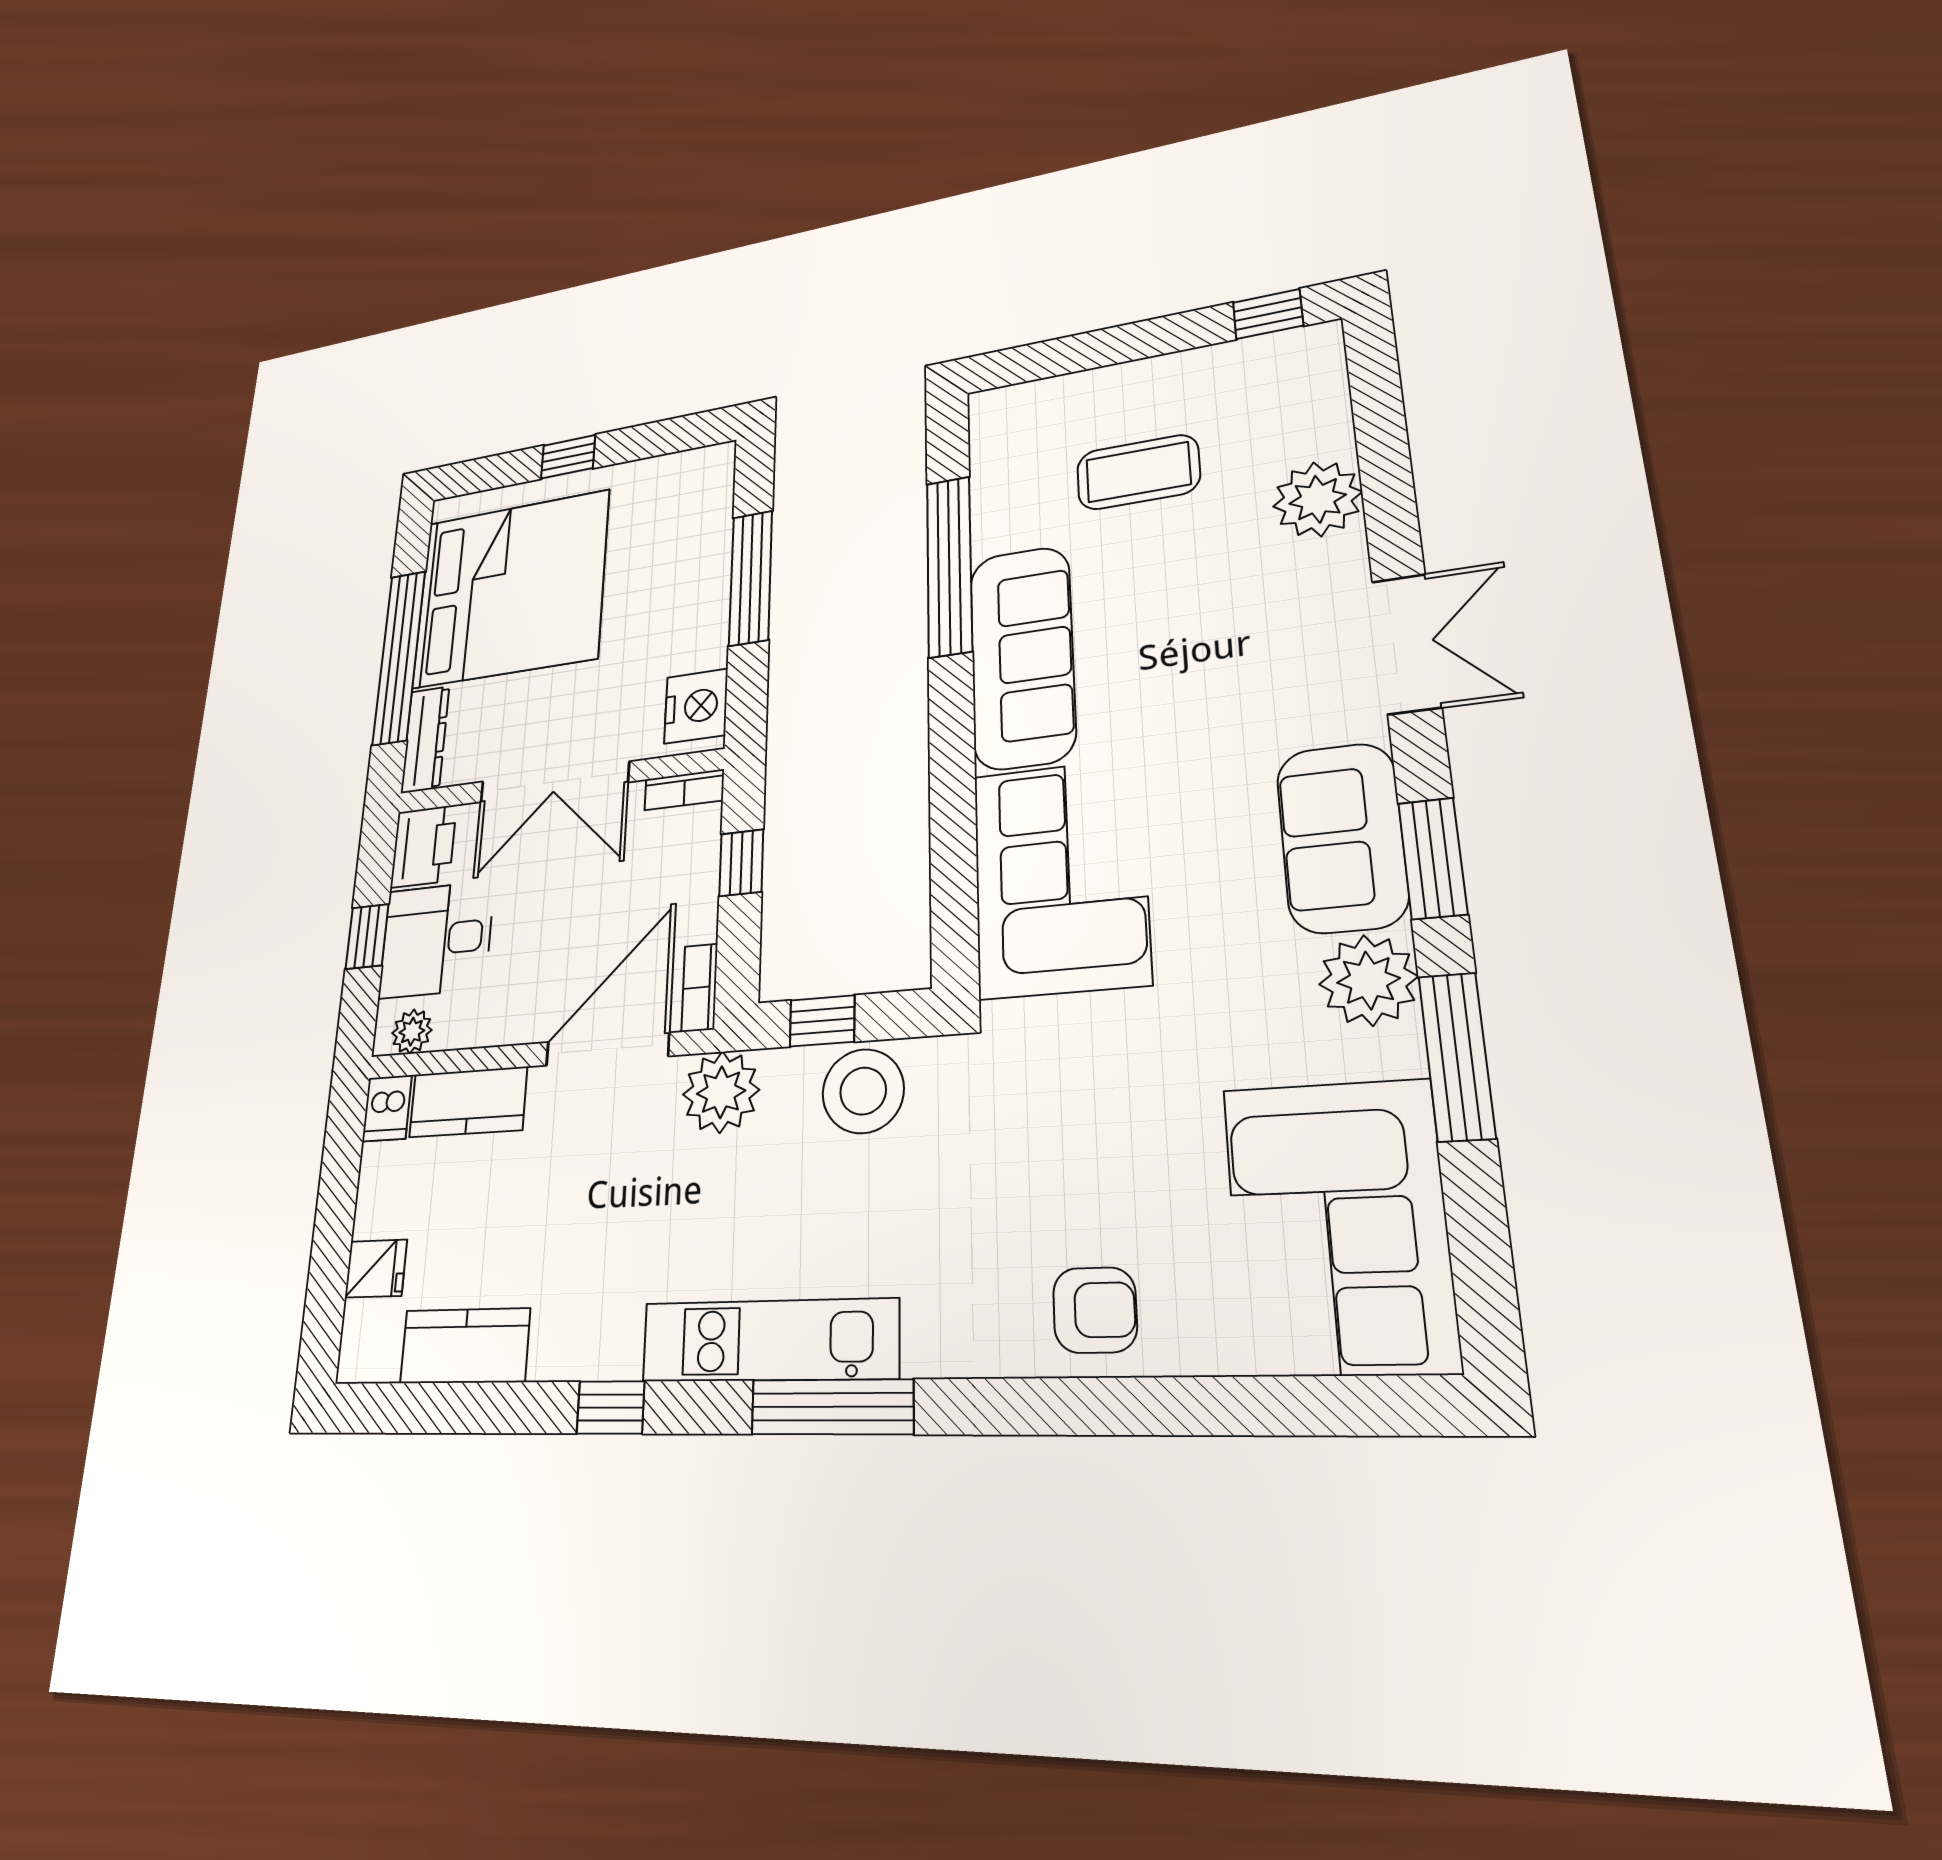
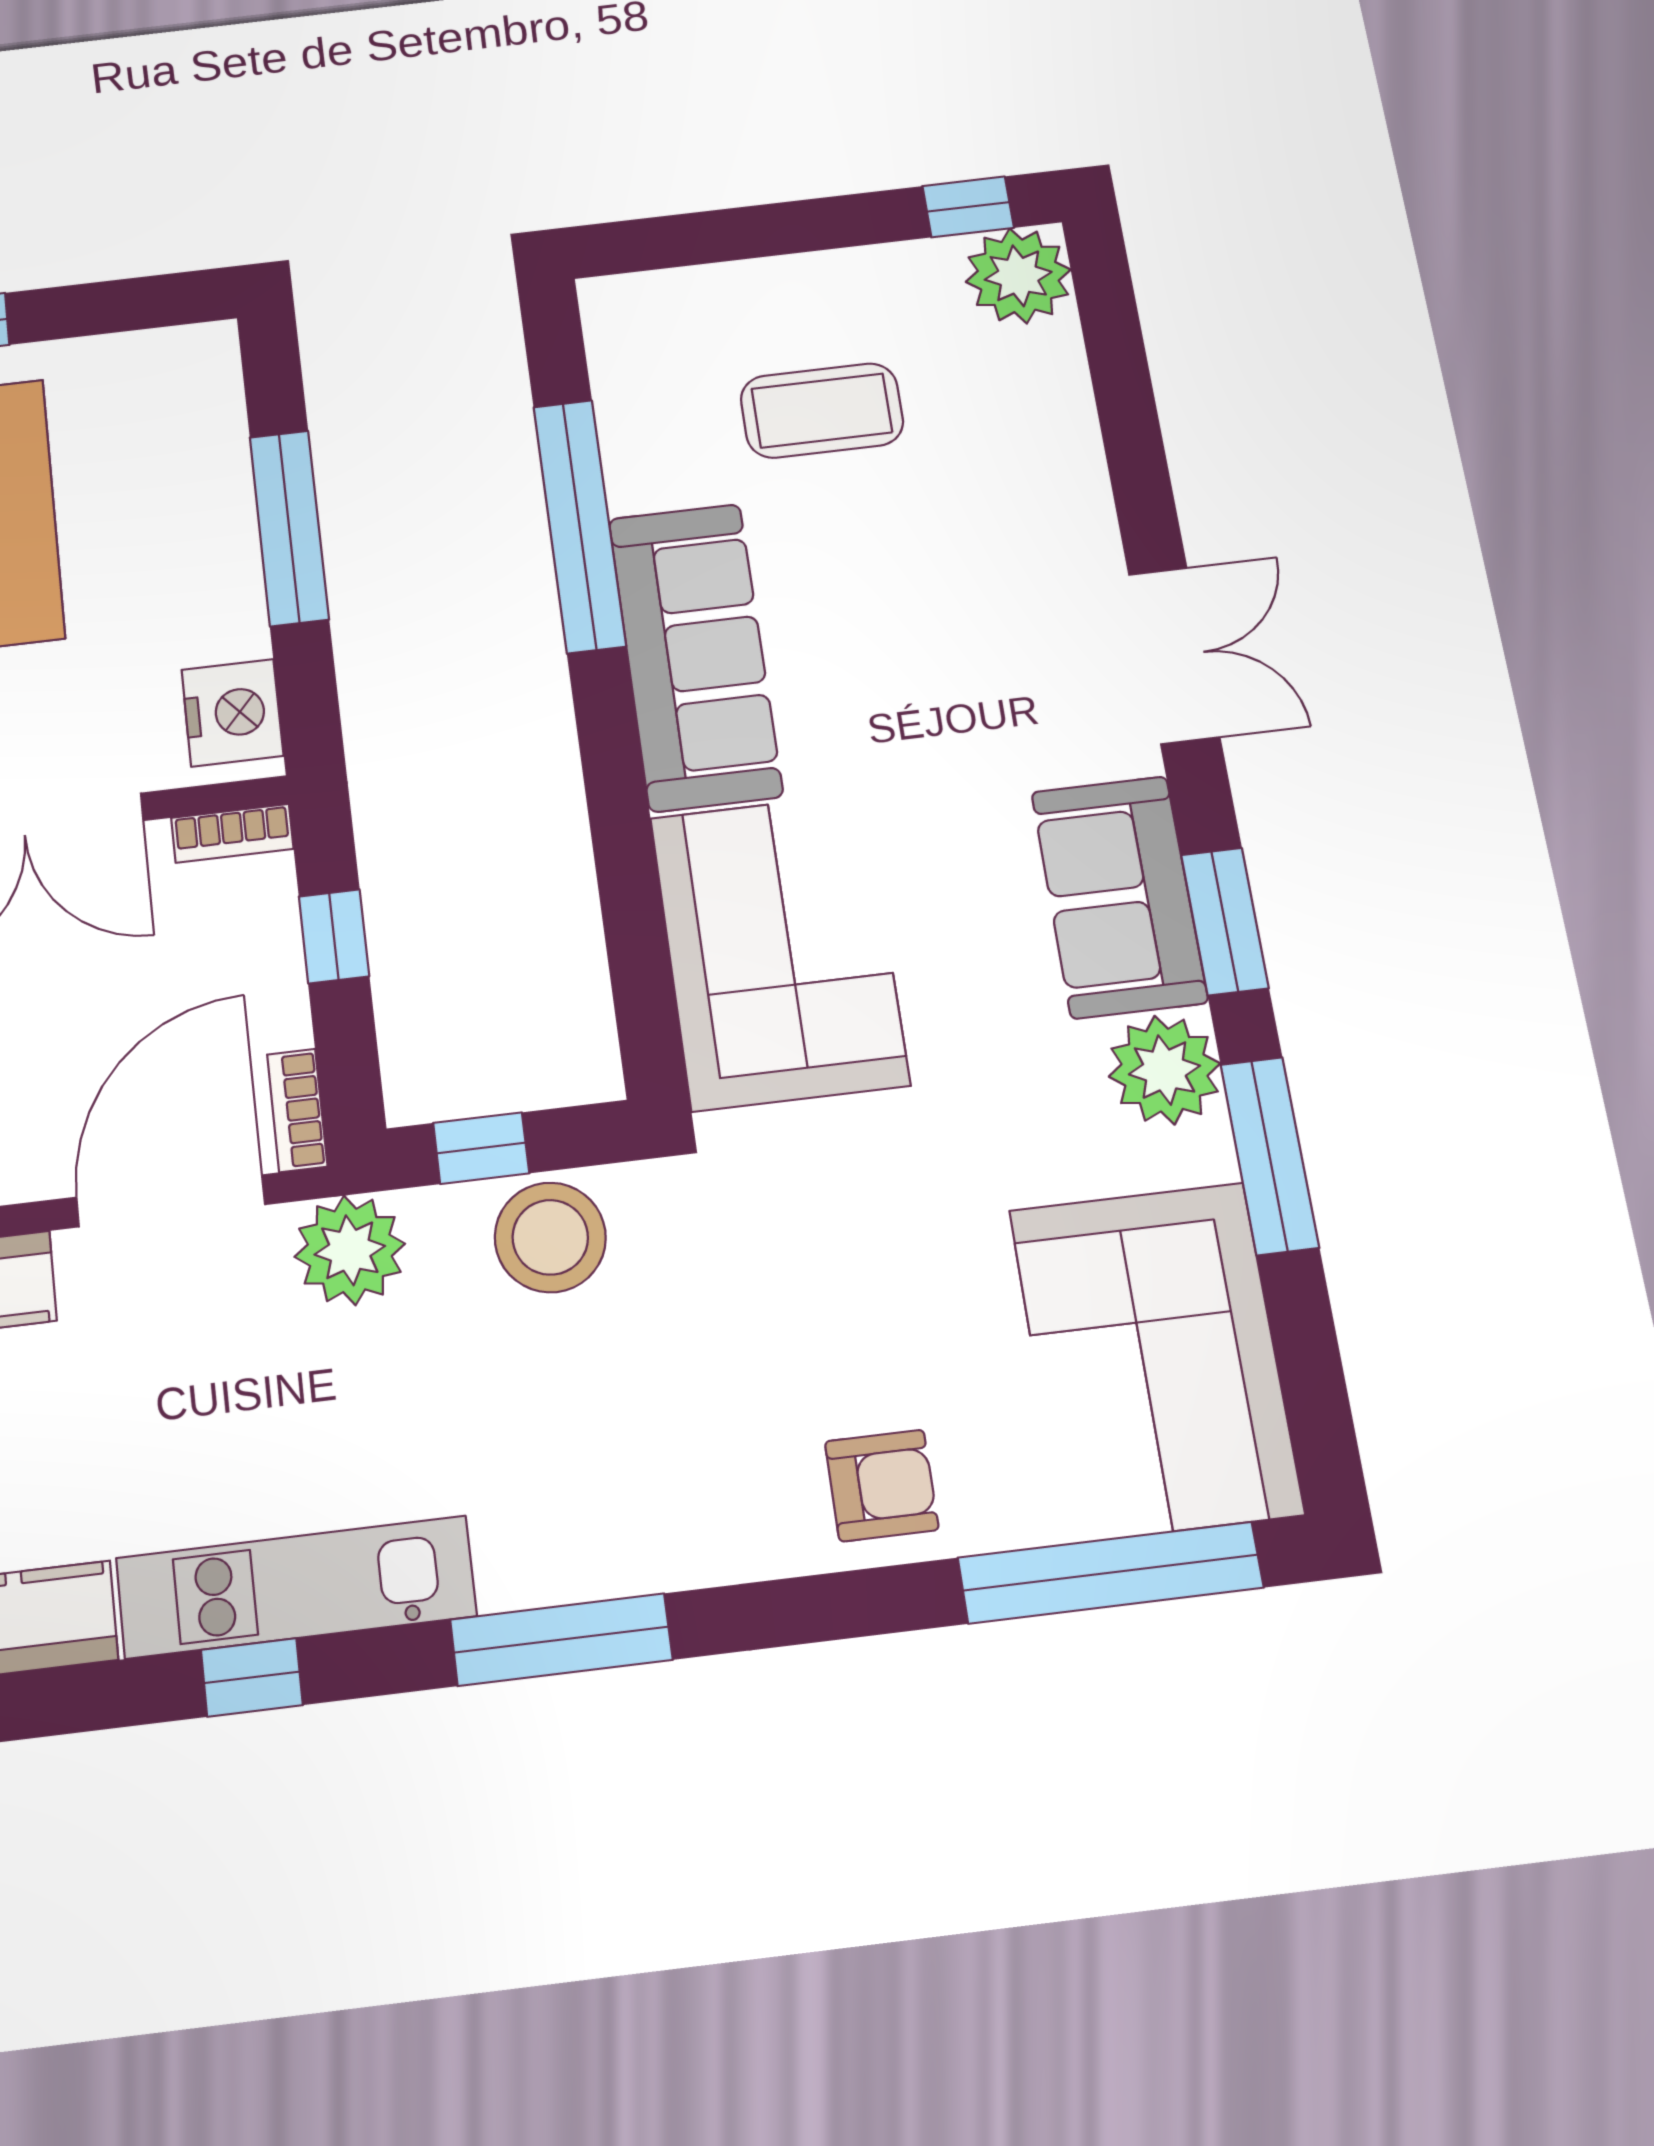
plant: (1318, 499) -> (1018, 276), moved
kitchen unit: (769, 1340) -> (296, 1587), moved
window: (1282, 1406) -> (1110, 1573), added

